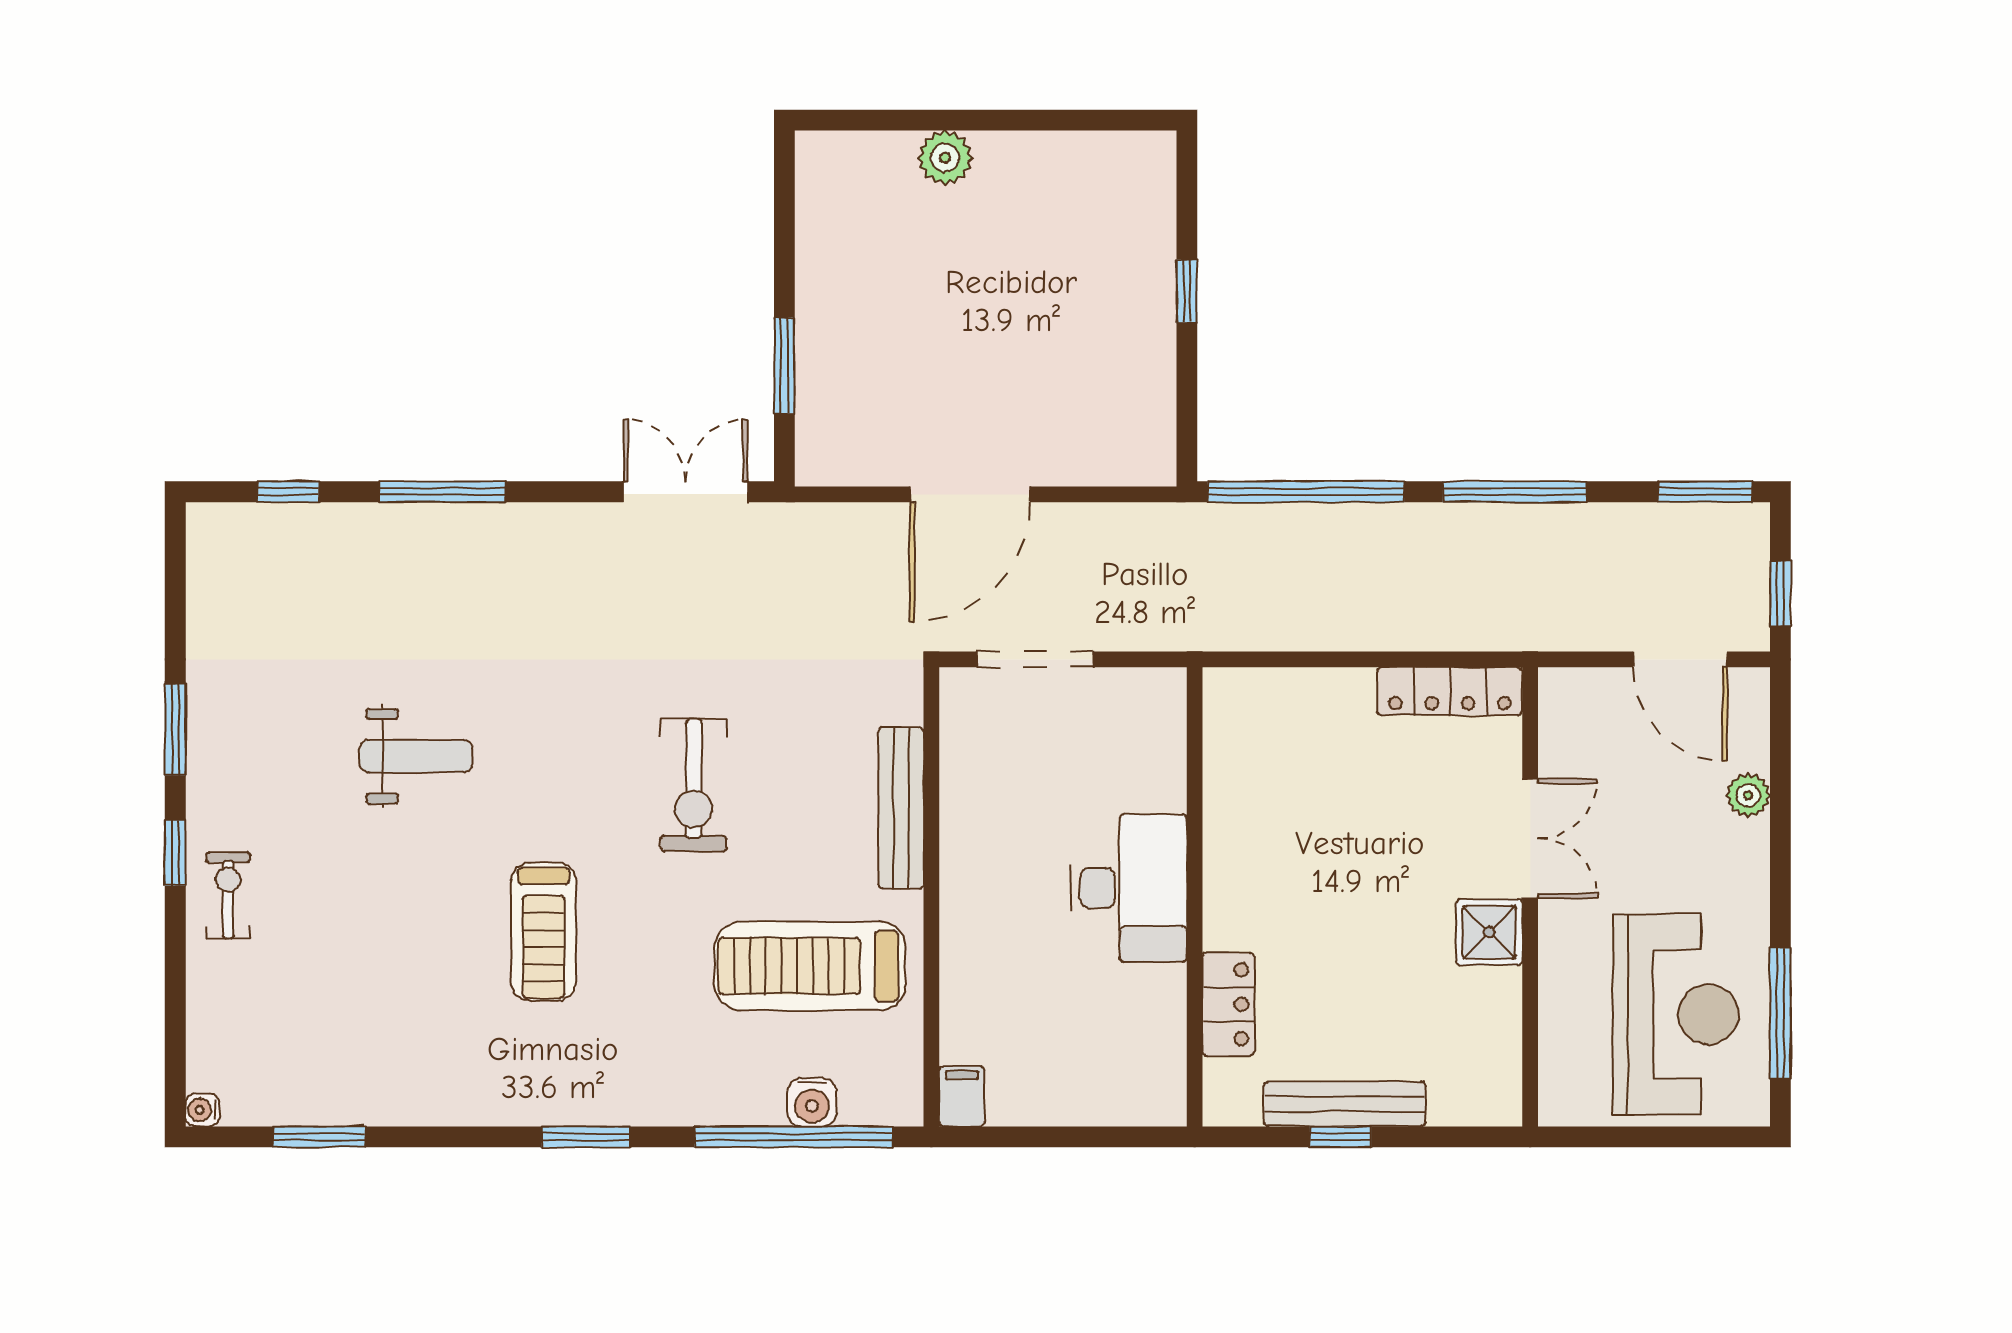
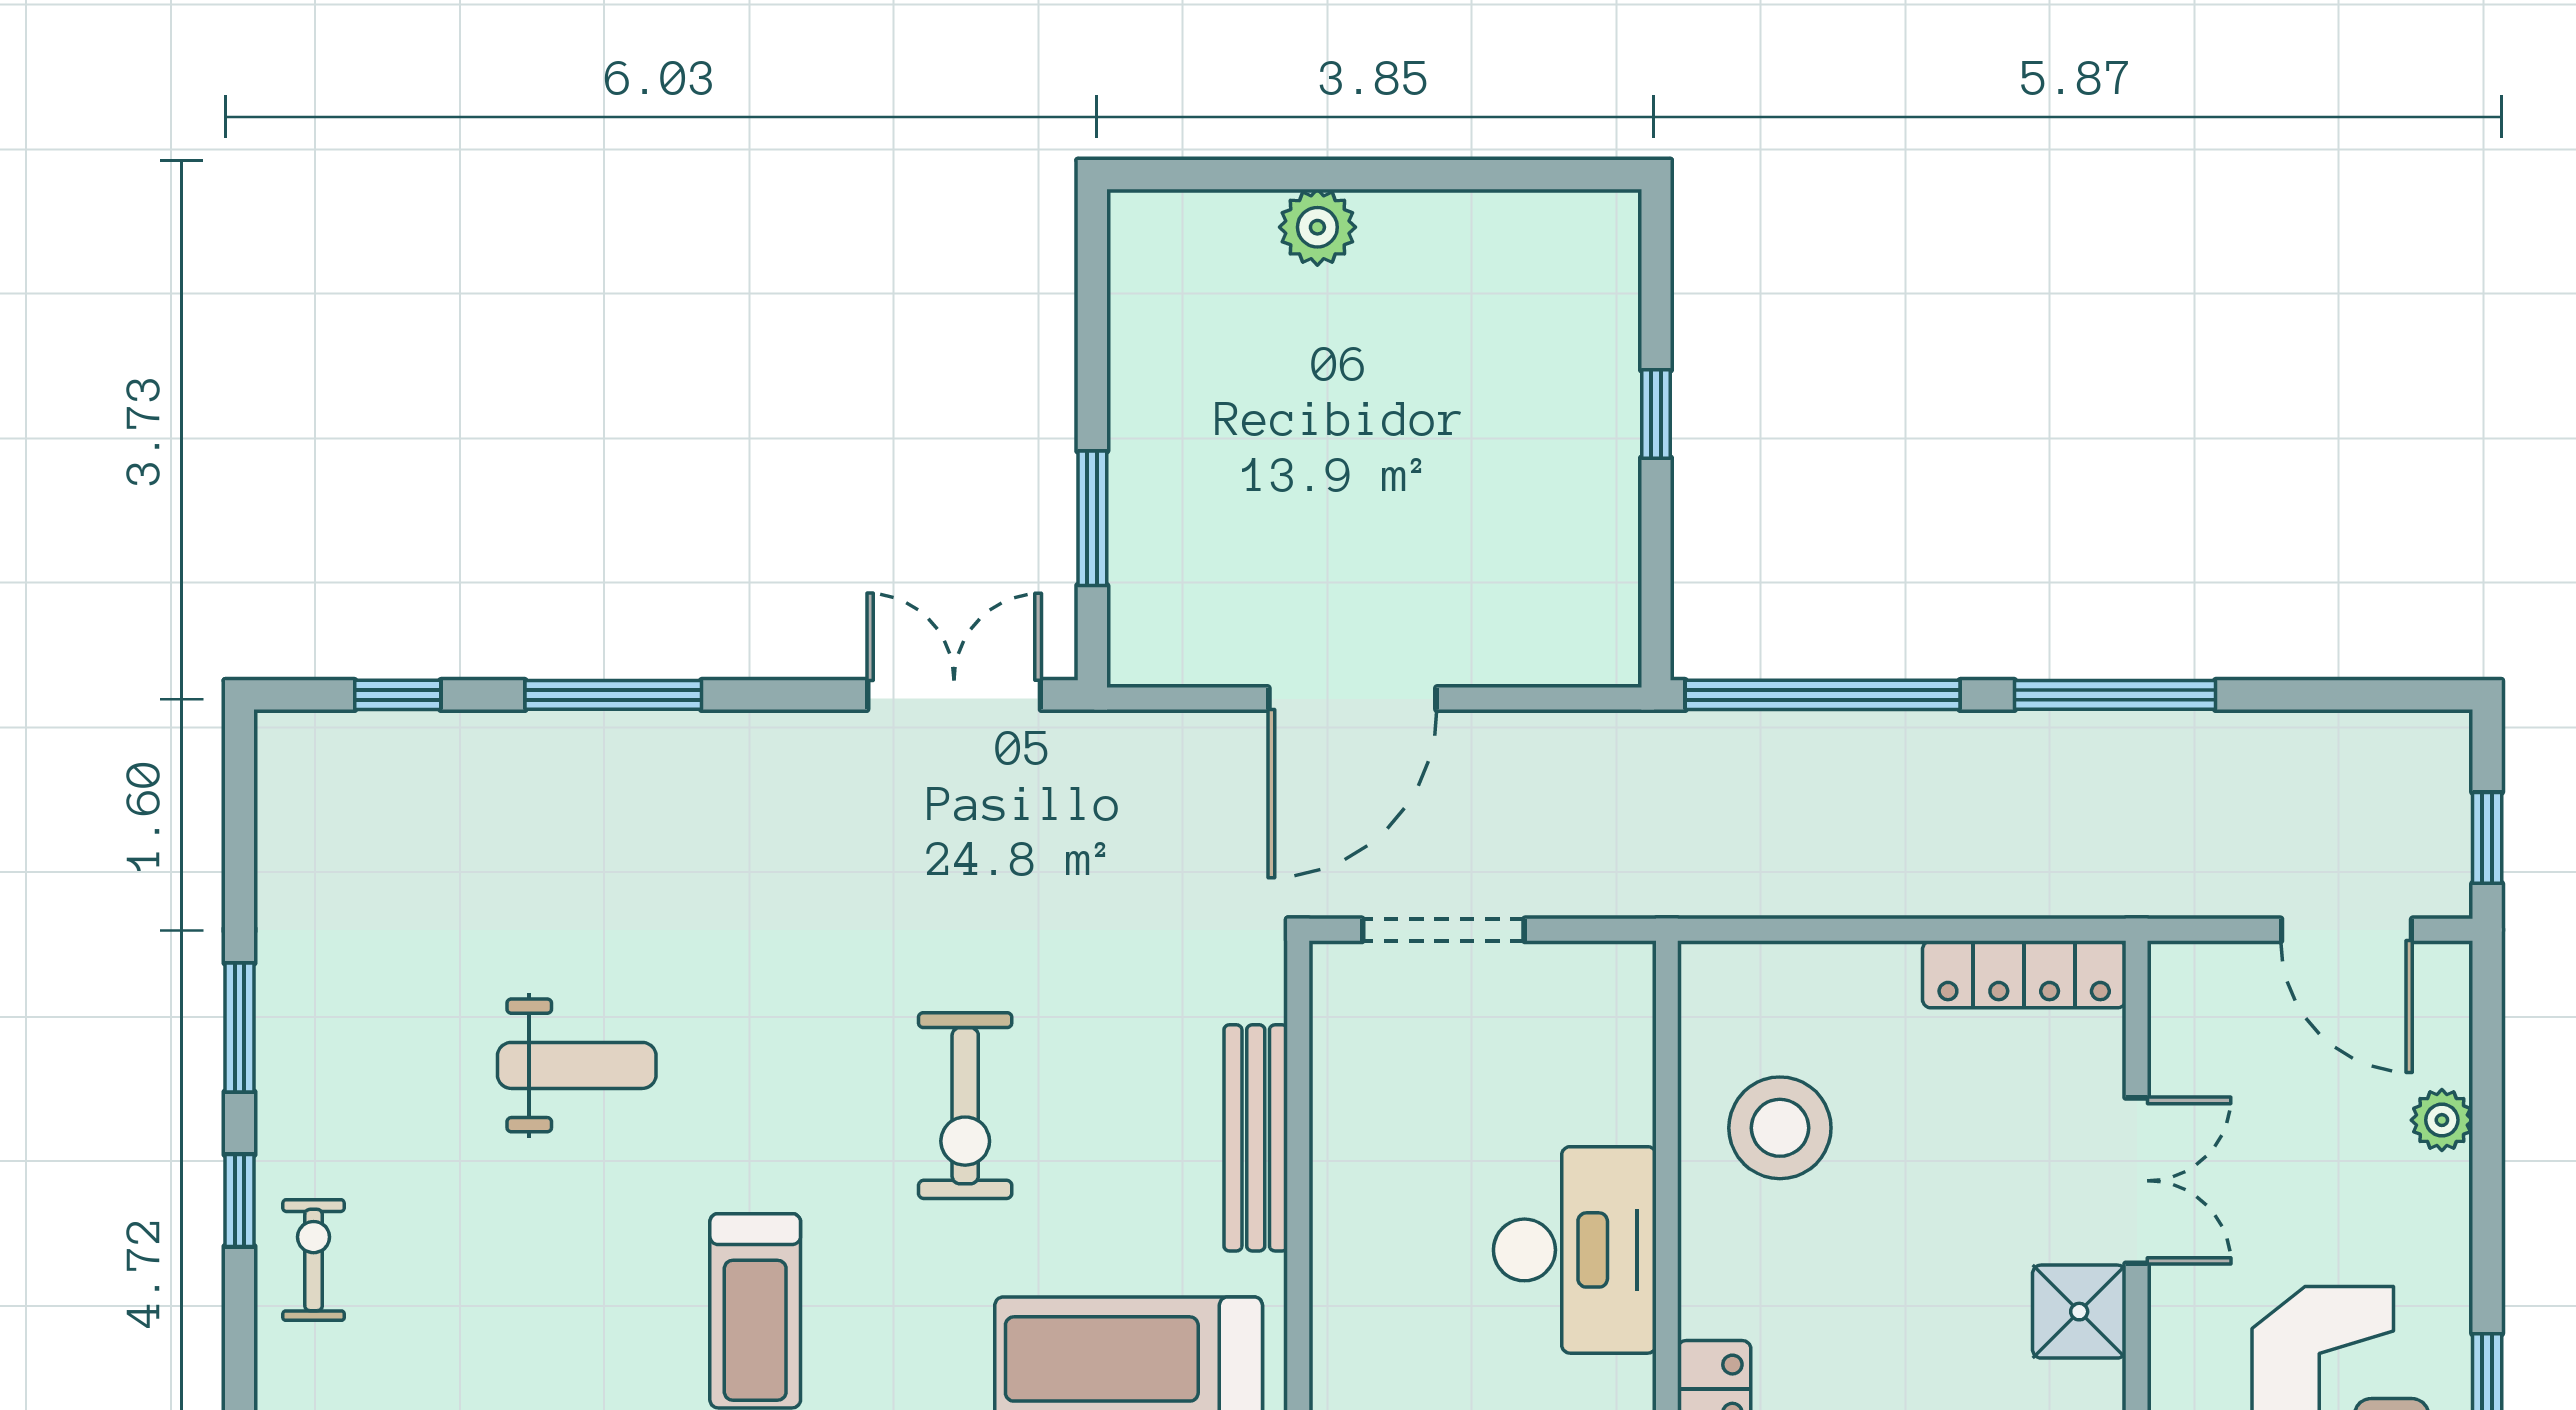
window: (1705, 492) -> (2382, 695), removed
stool: (1275, 801) -> (1780, 1128), added

